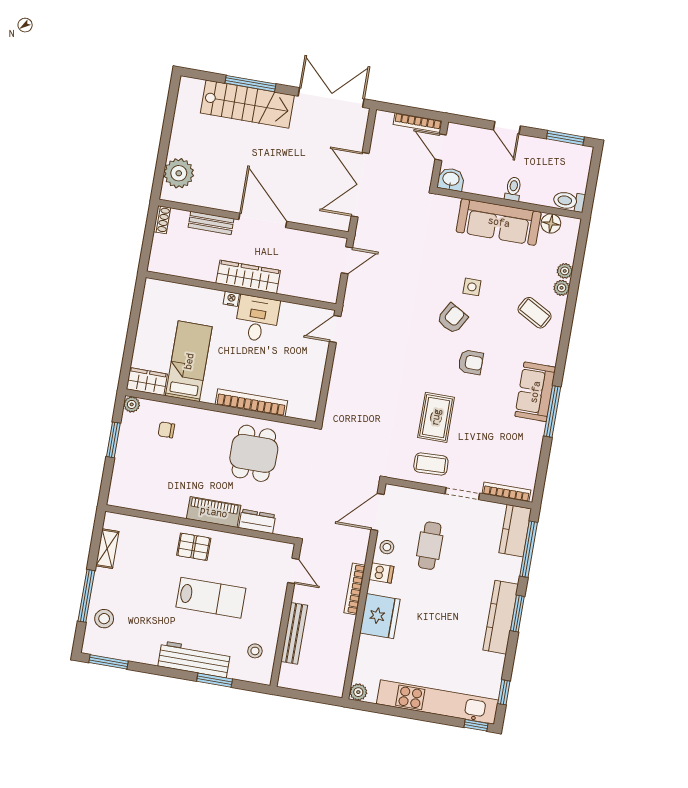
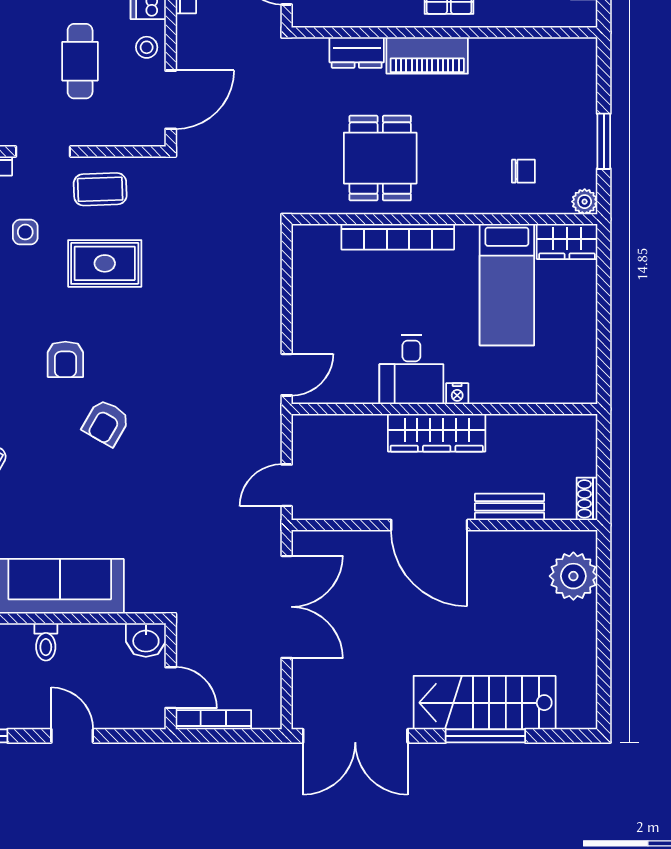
side table: (472, 287) -> (25, 232), moved
armchair: (471, 362) -> (65, 359), turned -90
rug: (436, 417) -> (105, 263), turned 90

